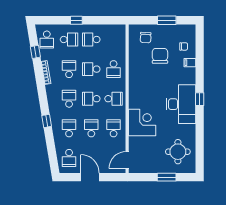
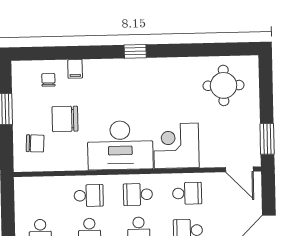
school desk: (114, 99) -> (138, 194), turned -90
desk: (181, 104) -> (120, 145), moved, turned 180
school desk: (114, 128) -> (187, 193), turned 180
window: (167, 177) -> (267, 139), moved

